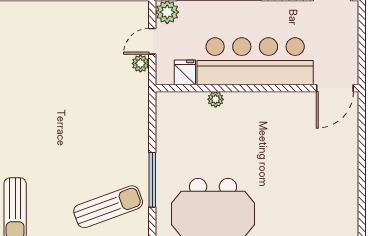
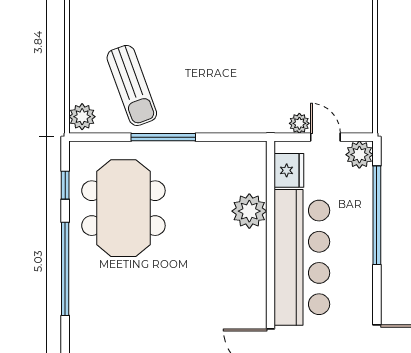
fridge: (185, 72) -> (289, 170), width x1.38
plant: (216, 99) -> (249, 211), width x1.88, depth x1.88

